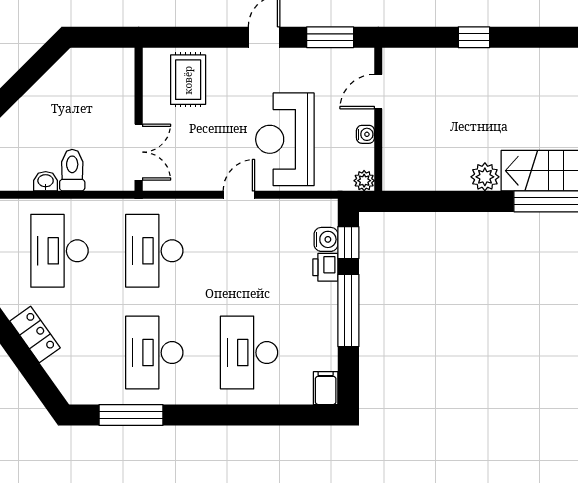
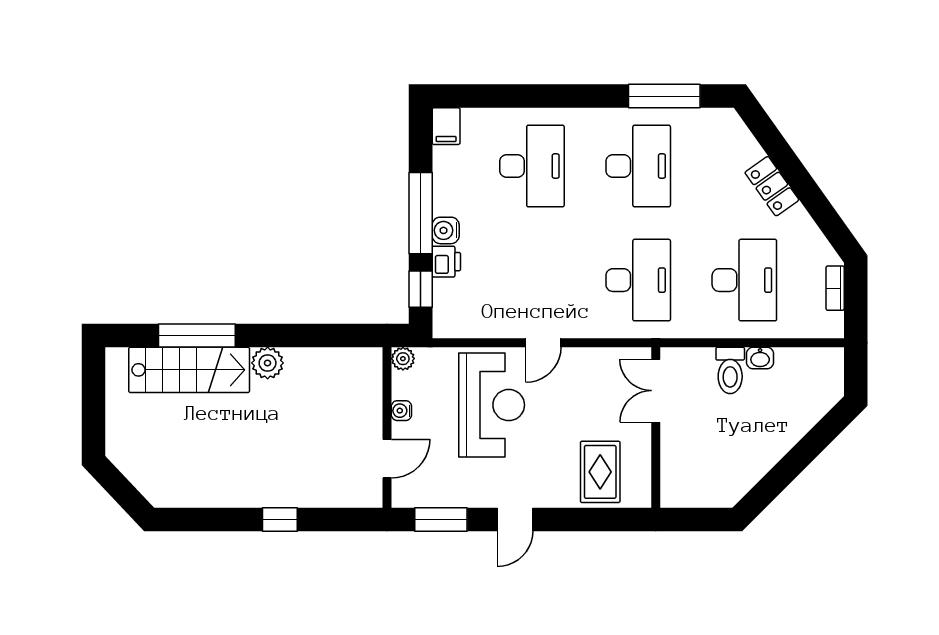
water cooler: (326, 239) -> (446, 230), moved

